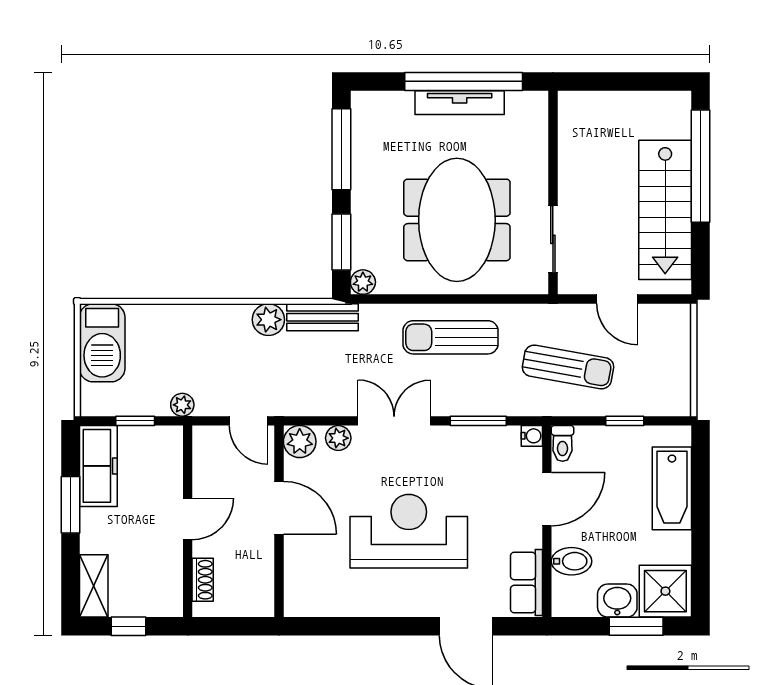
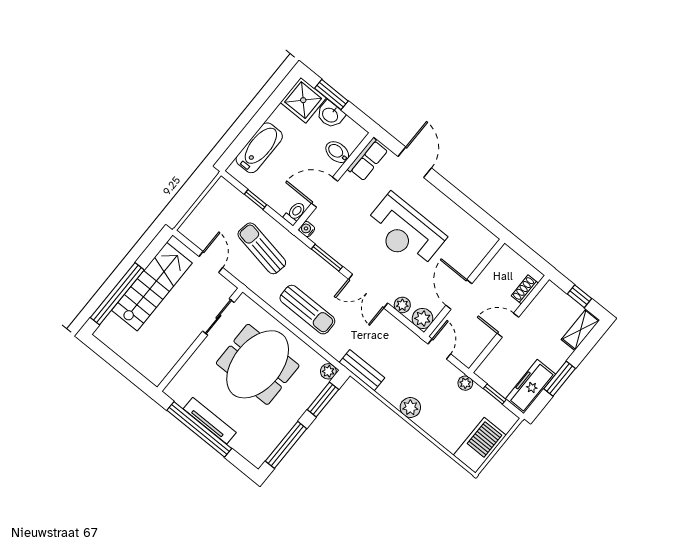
plant: (268, 320) -> (410, 408), moved

